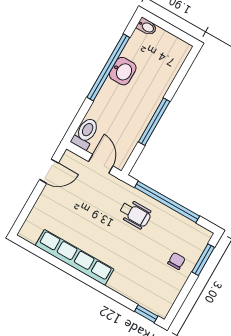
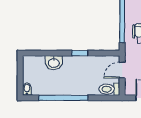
washbasin: (123, 71) -> (54, 63), moved, turned 180
window: (154, 122) -> (80, 53), width x0.46

